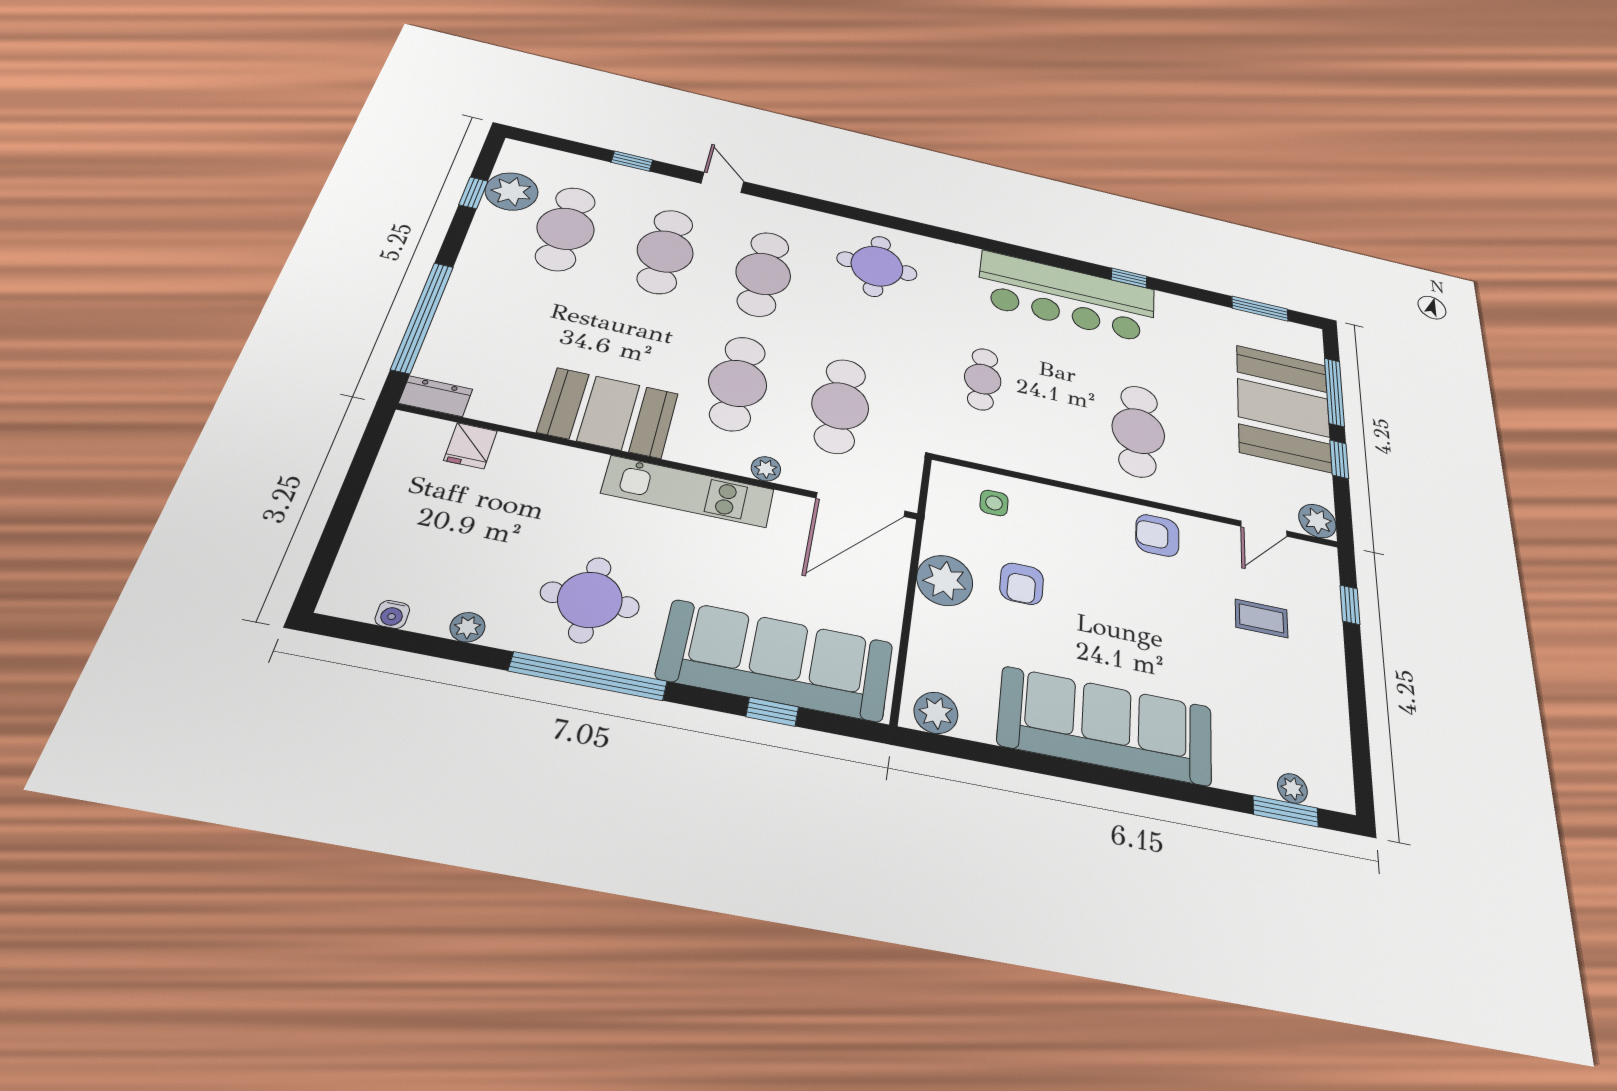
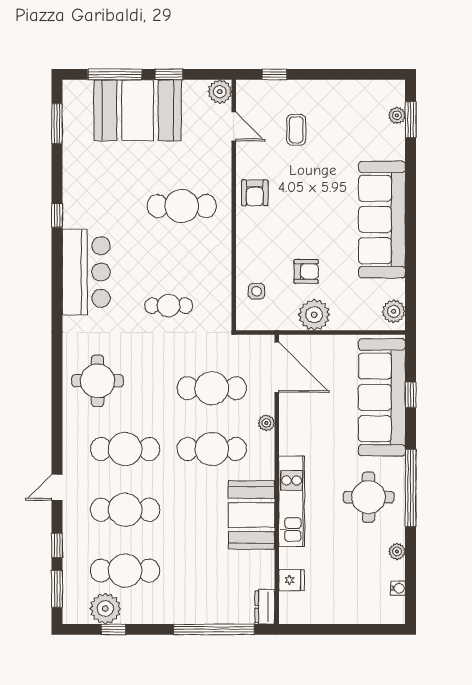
window: (564, 145) -> (57, 589), added
bar counter: (1067, 297) -> (86, 272), width x0.73
kitchen unit: (688, 491) -> (292, 501), moved

